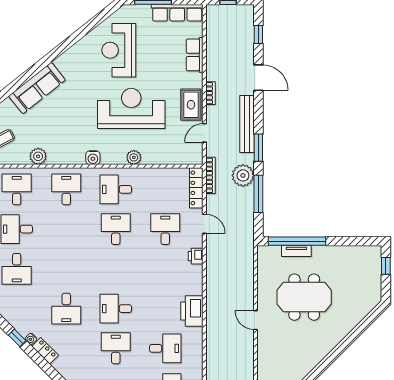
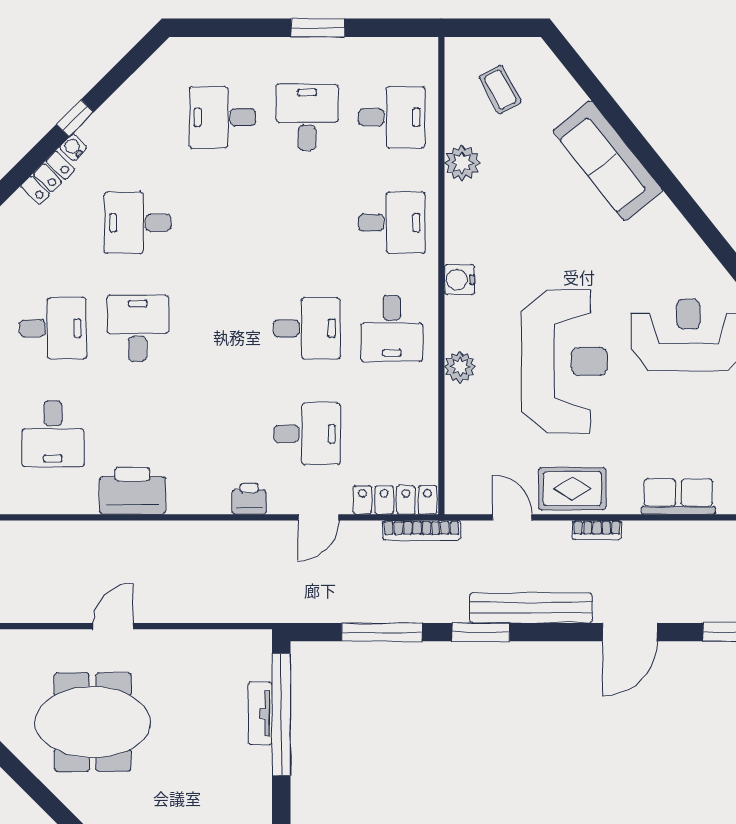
plant: (243, 175) -> (421, 599), removed
desk: (116, 189) -> (392, 328), turned 180
meeting table: (304, 297) -> (93, 722), moved, turned 90

